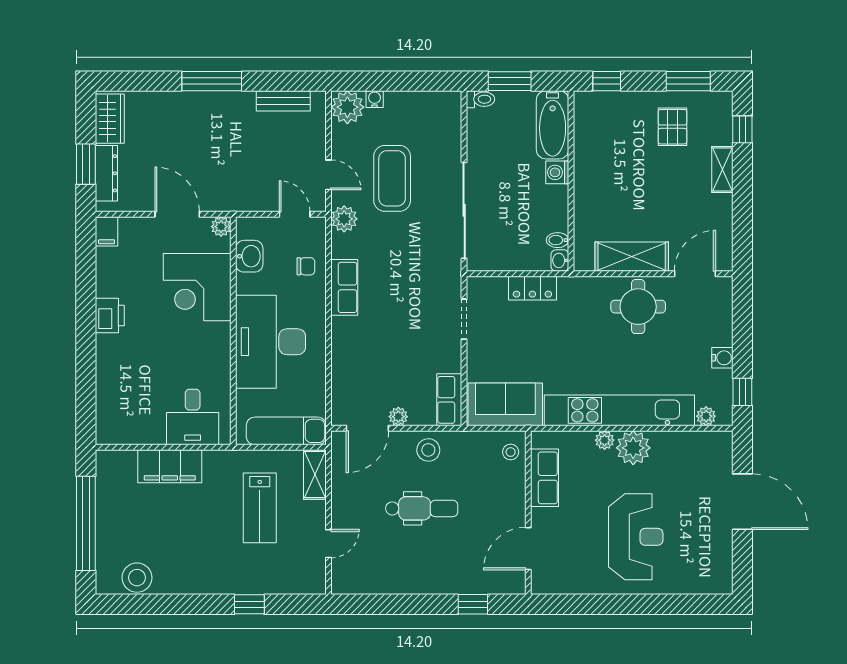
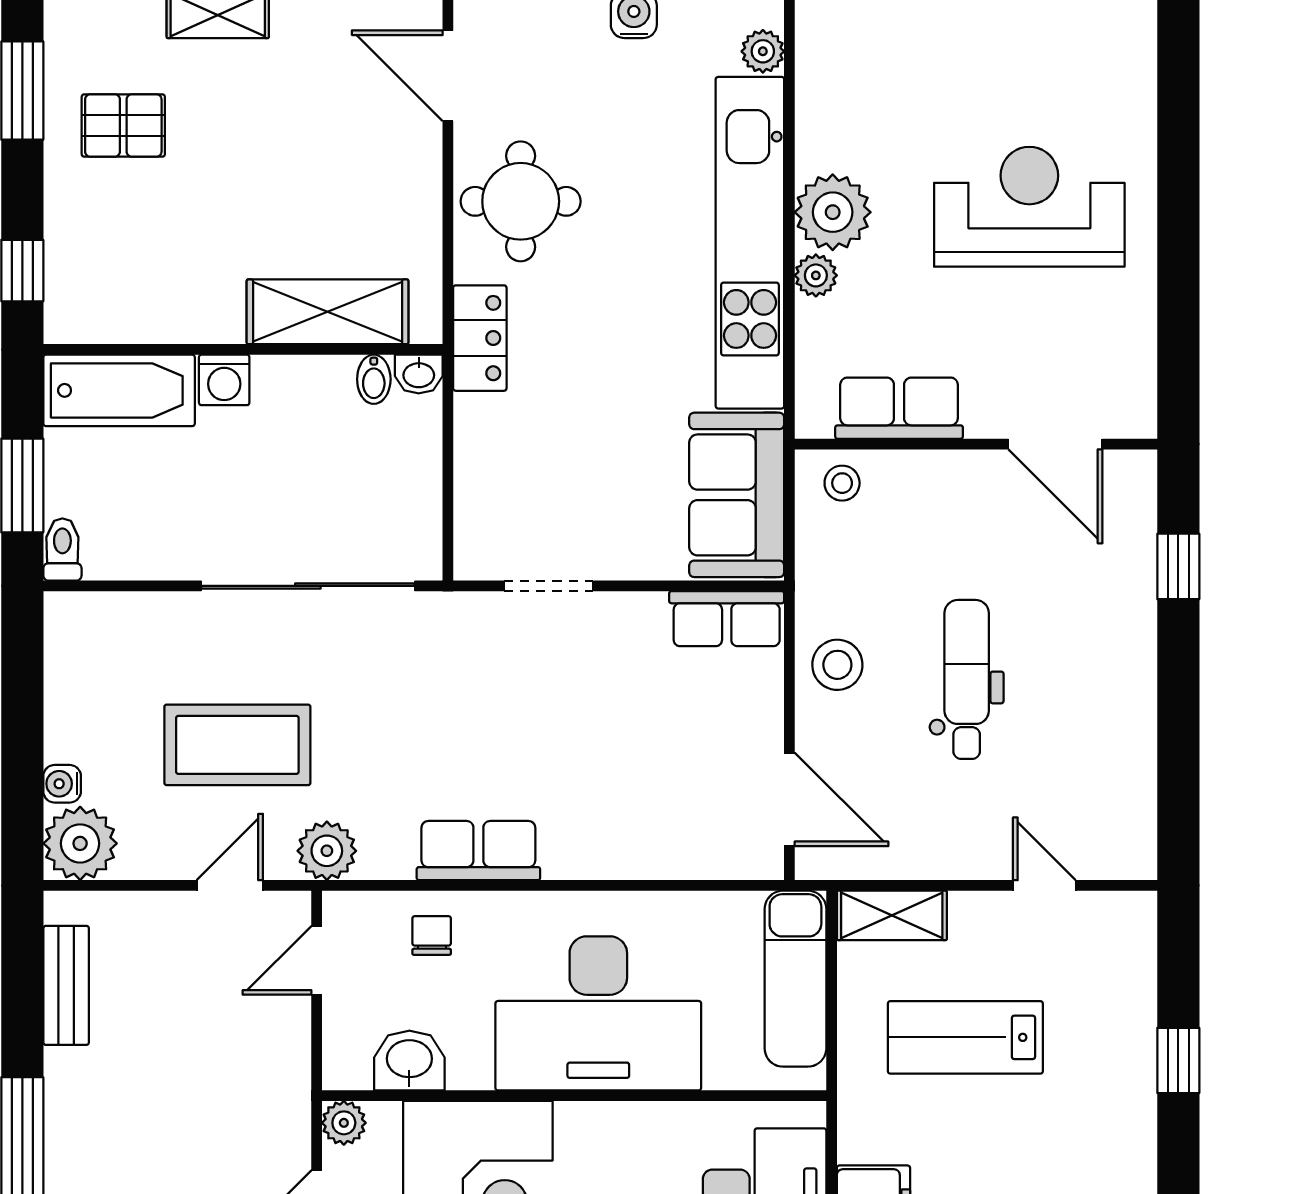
shelving: (632, 257) -> (328, 312), moved, turned 90
locker: (532, 288) -> (480, 338), moved
plant: (398, 417) -> (764, 731), removed
lab bench: (260, 508) -> (965, 1037), turned 180

